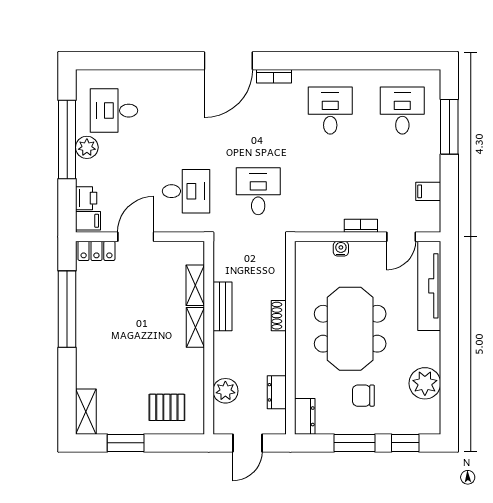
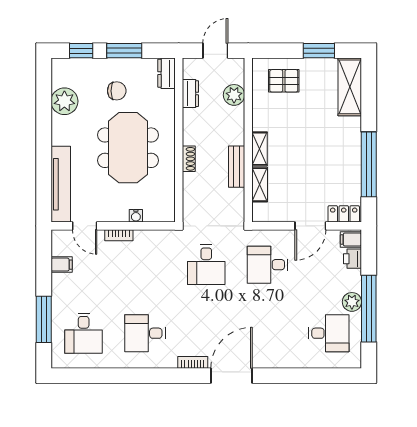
desk: (330, 111) -> (145, 333), turned 90
door: (401, 237) -> (85, 226), swing flipped
shelving: (86, 412) -> (350, 87), width x1.50, depth x1.33

